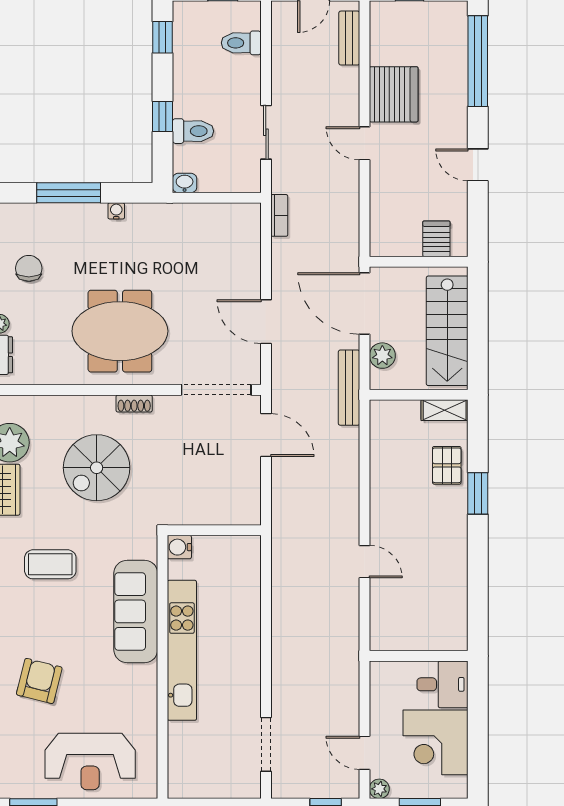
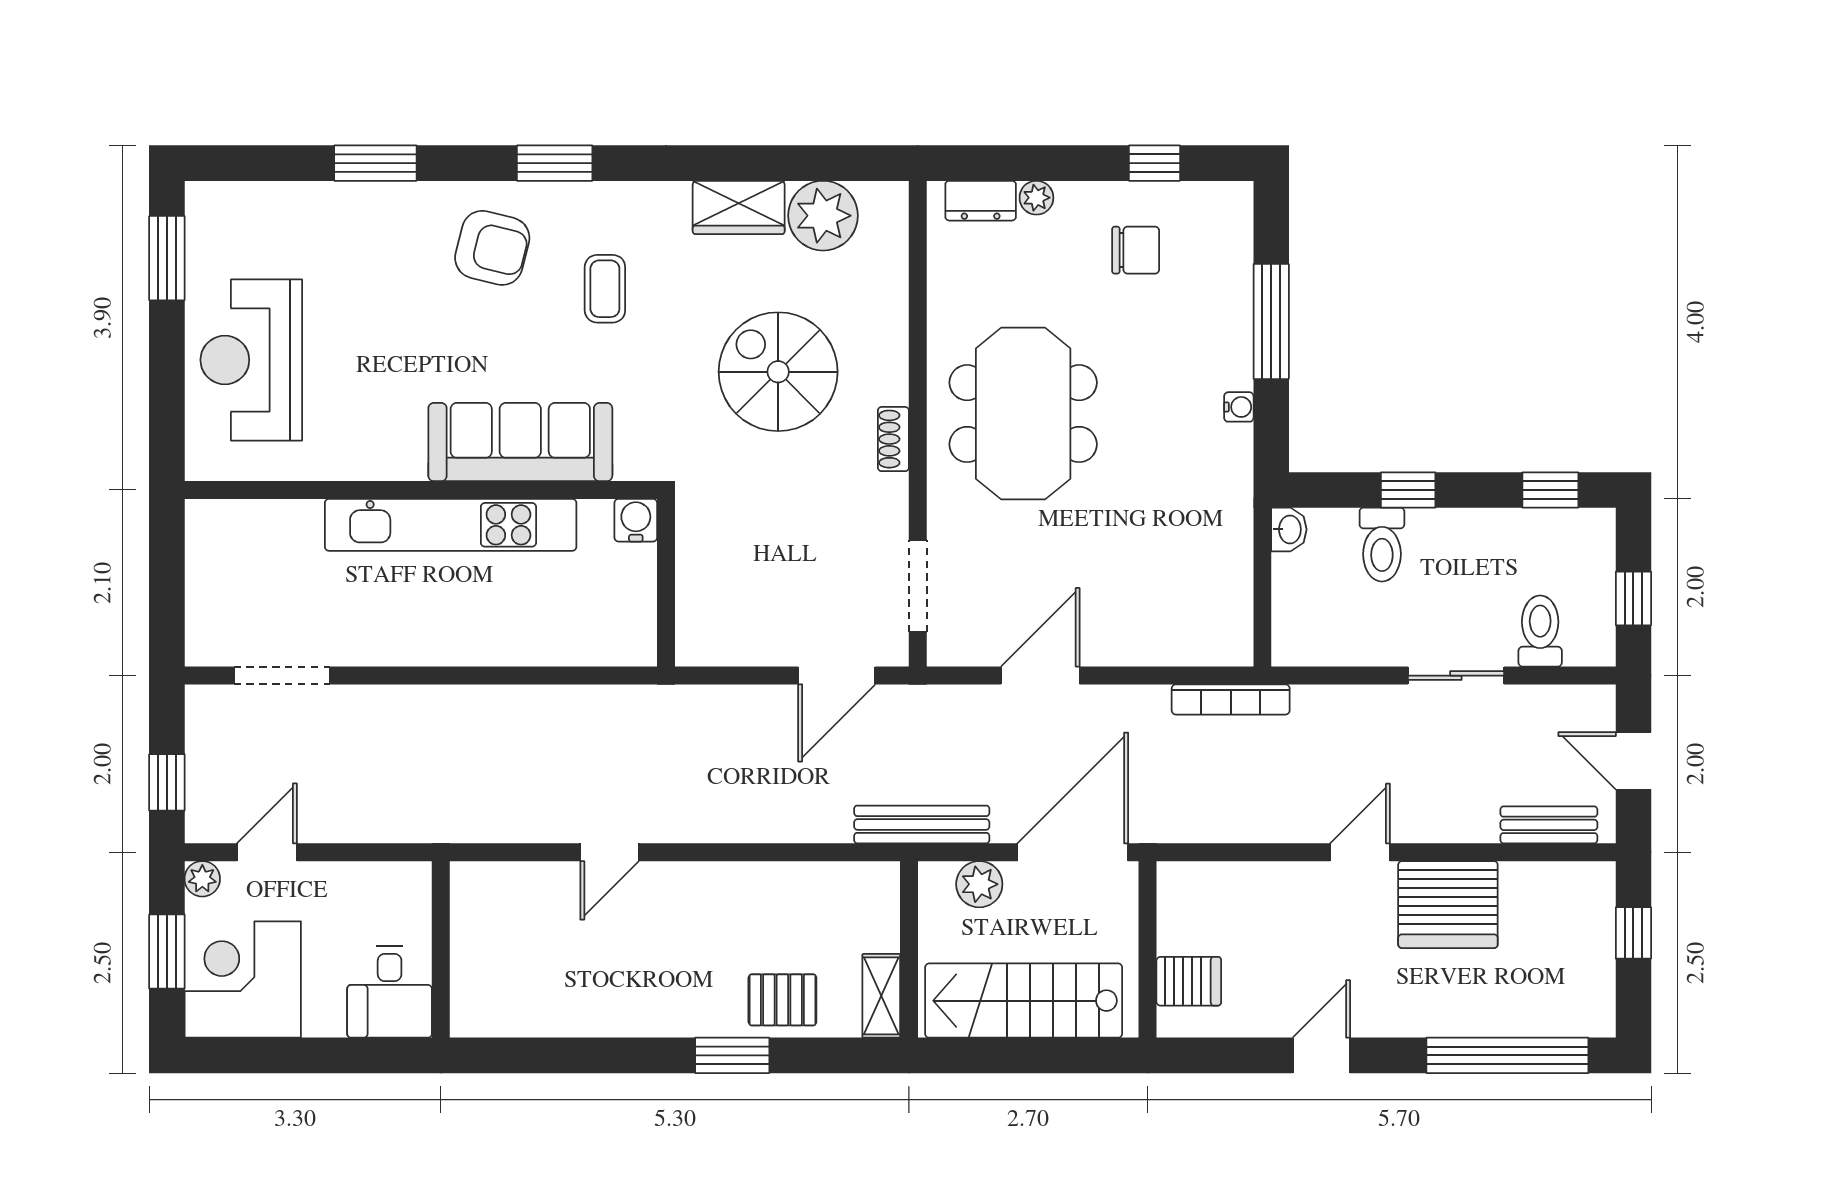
sliding door: (266, 132) -> (1456, 676), moved
bookcase: (279, 215) -> (1231, 699), width x1.56
doorway: (216, 390) -> (918, 586), width x0.73
coffee table: (50, 564) -> (605, 289), width x0.73, depth x0.77
armchair: (39, 681) -> (492, 248), moved
corner desk: (435, 742) -> (243, 980), moved

